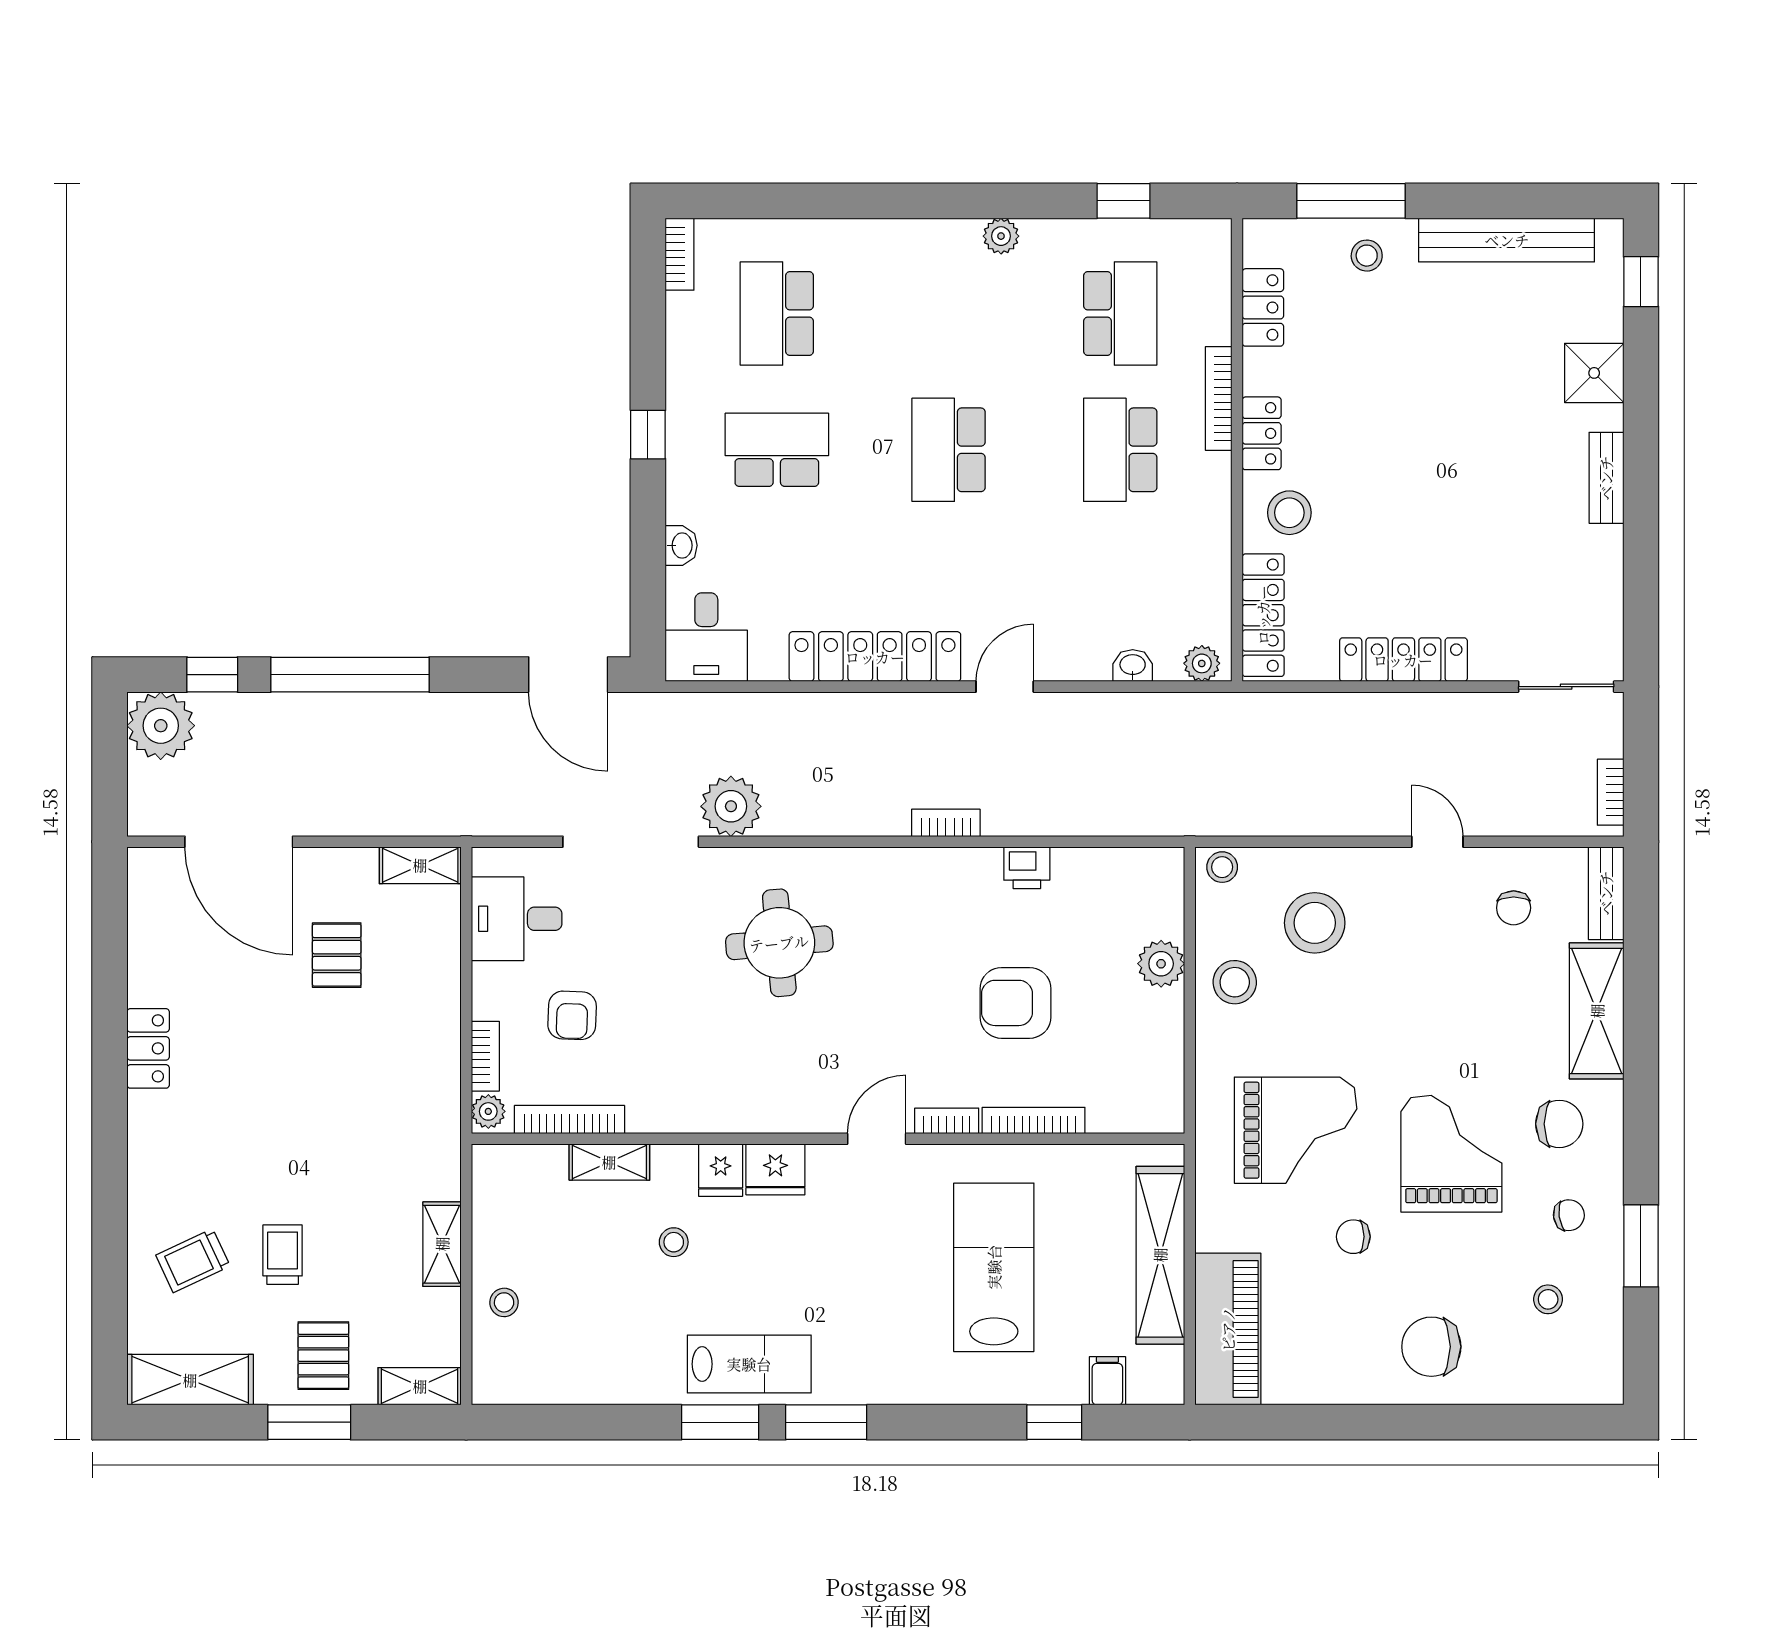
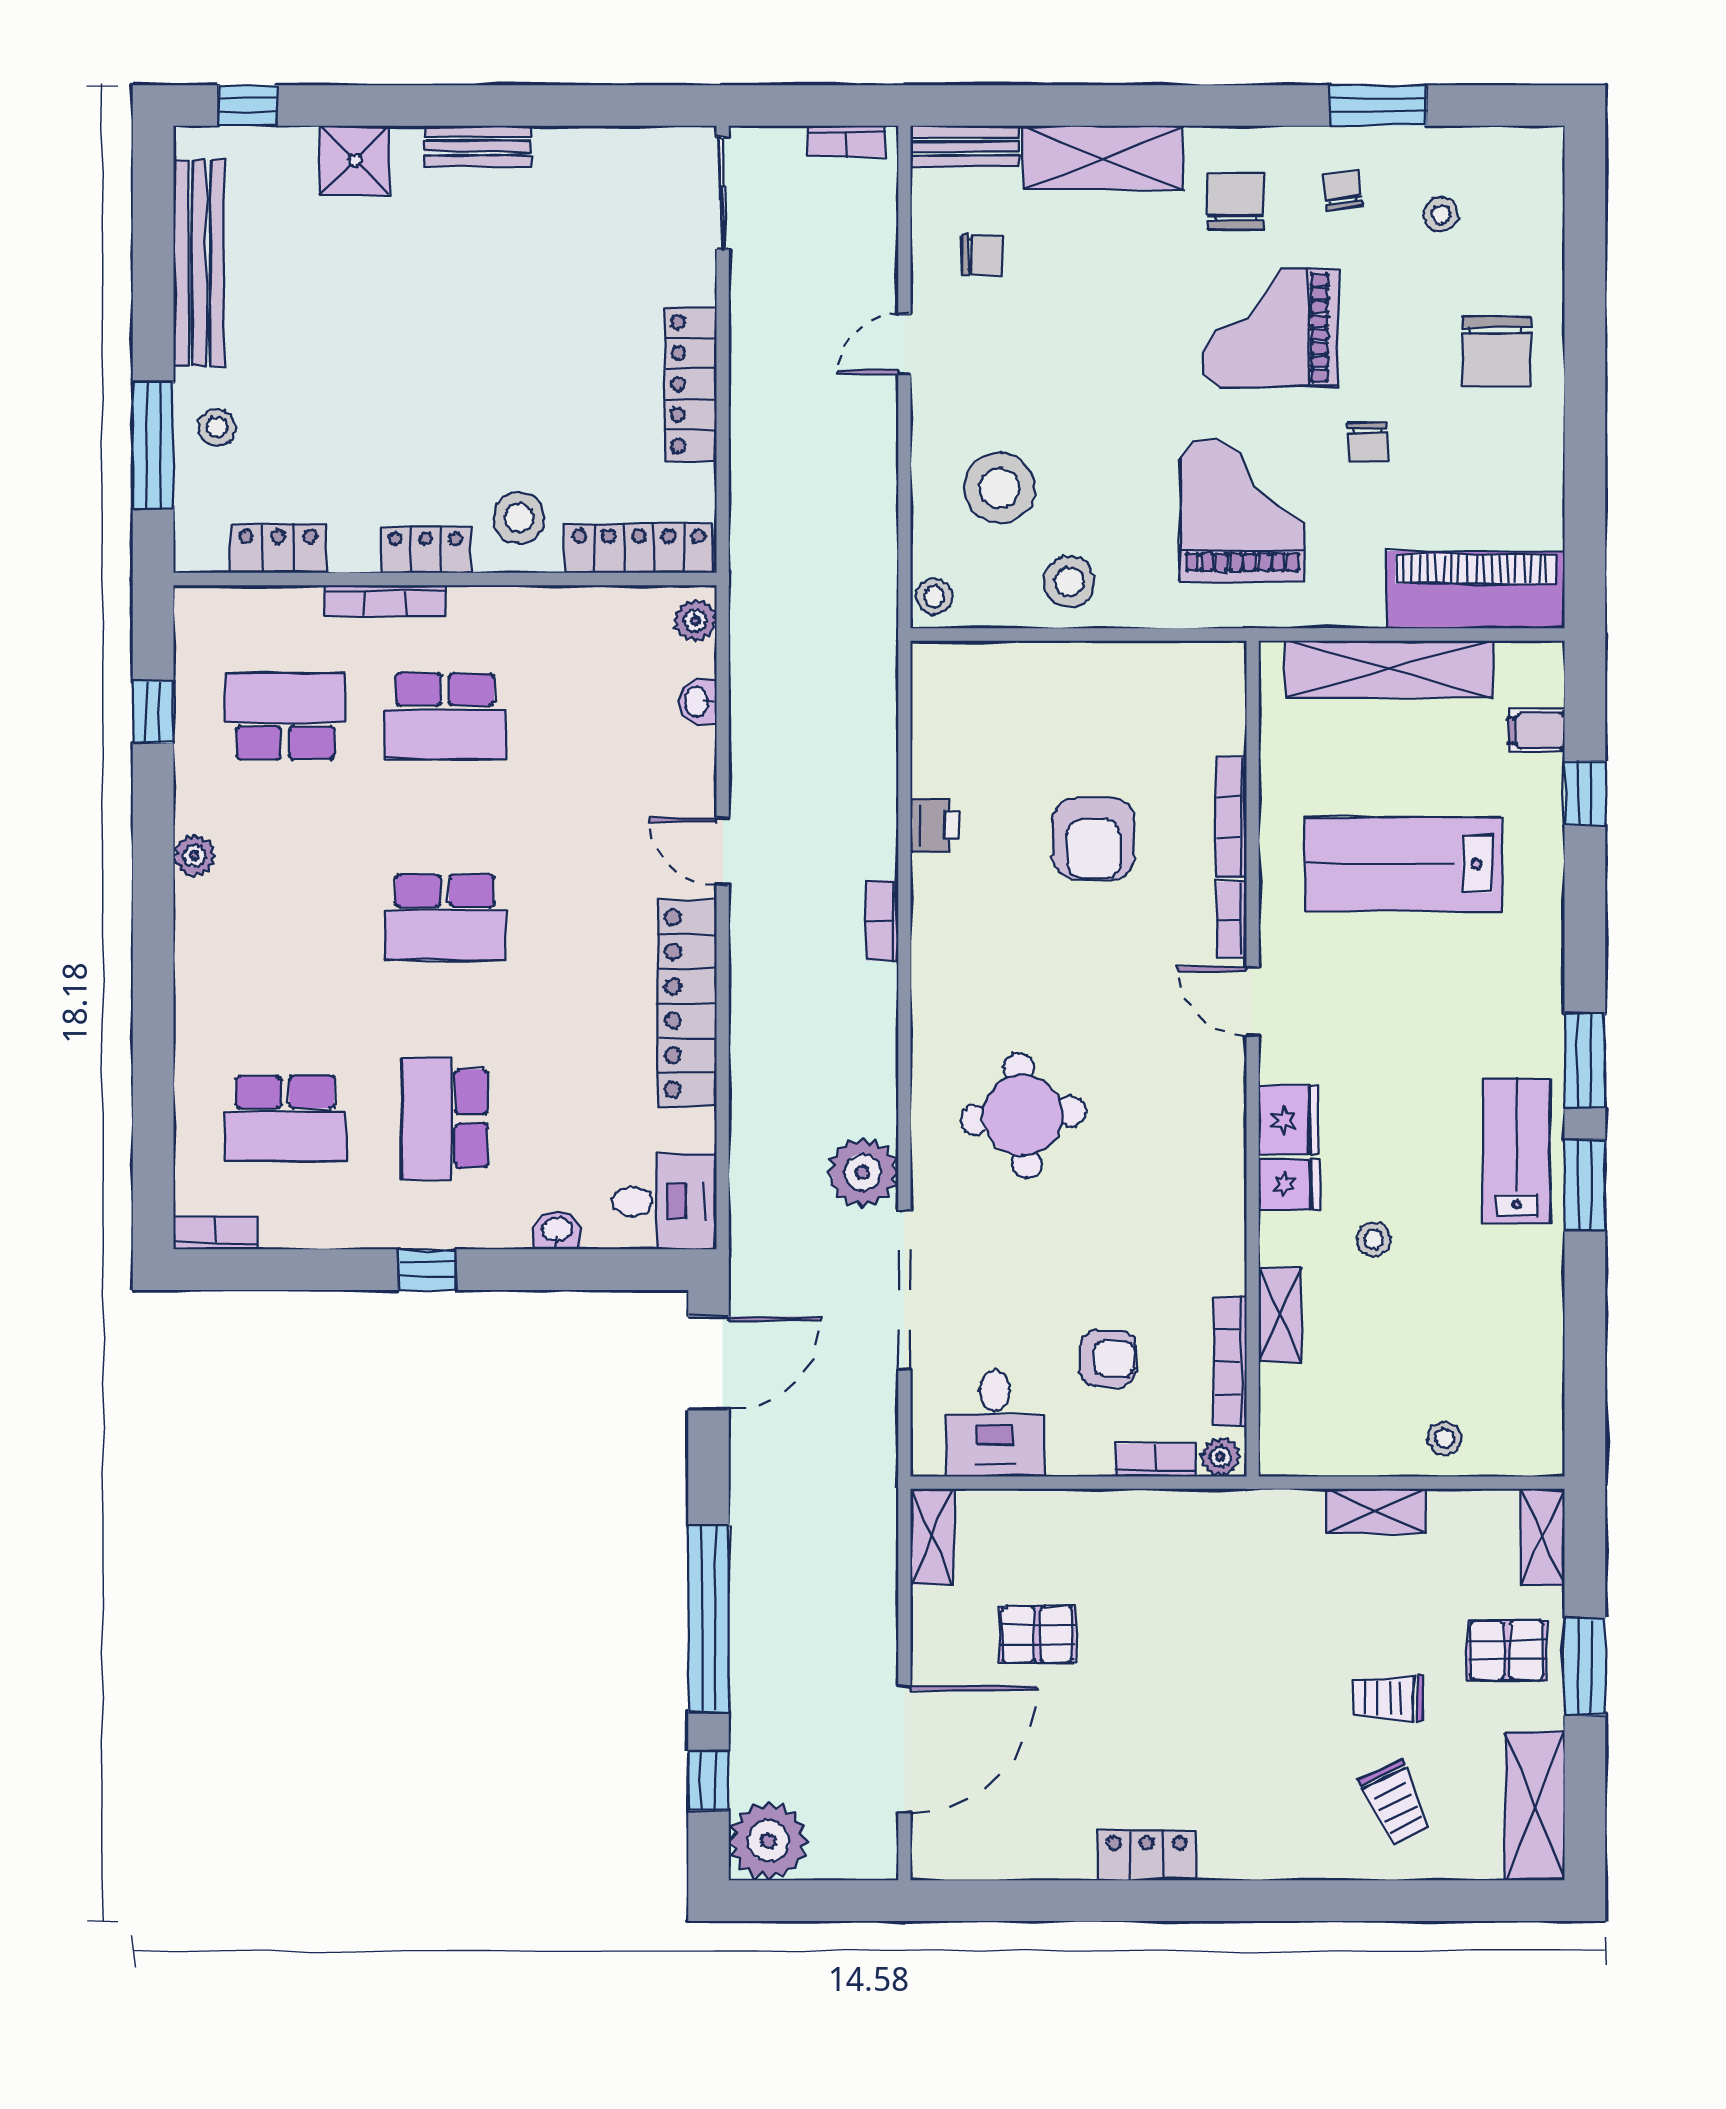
plant: (1161, 964) -> (1047, 668), removed

